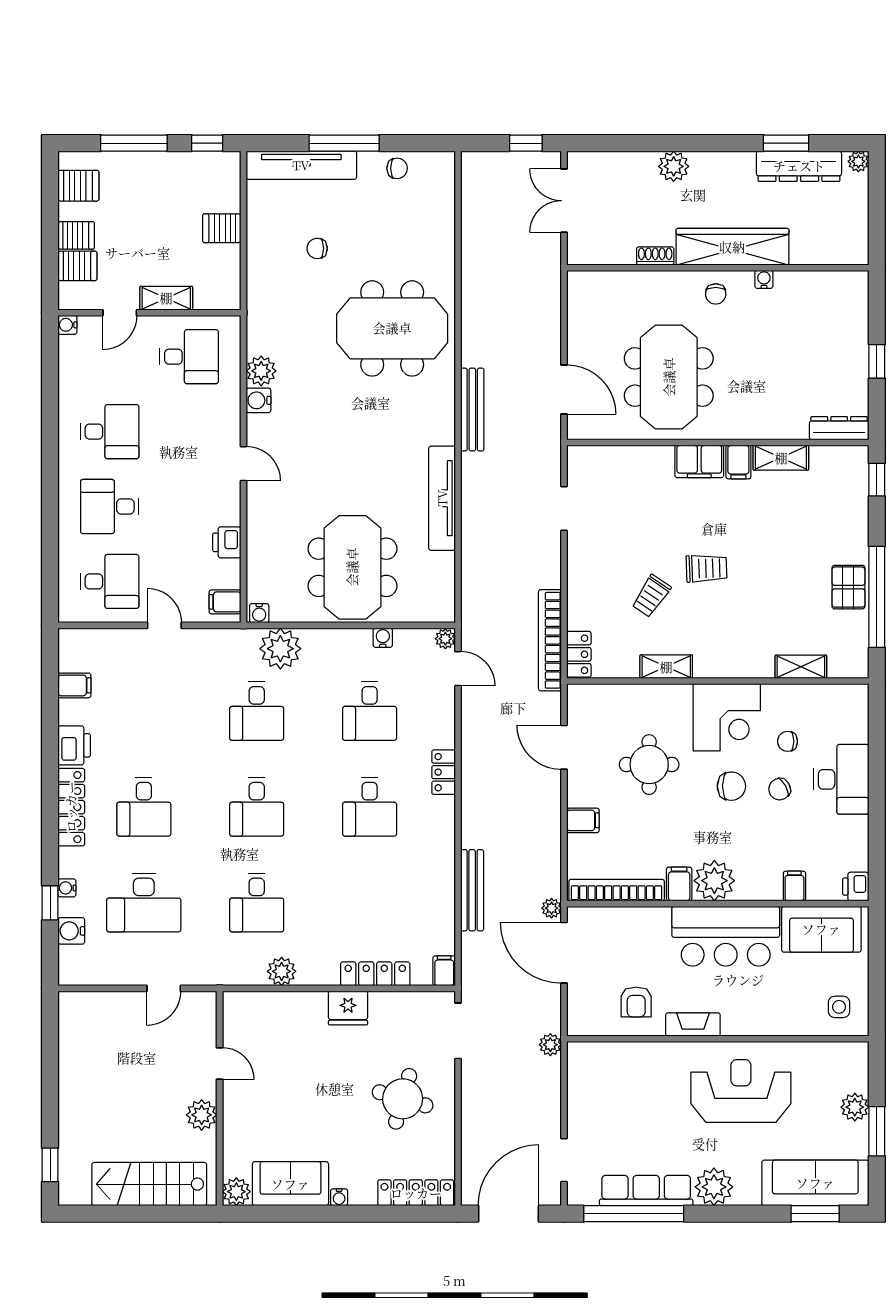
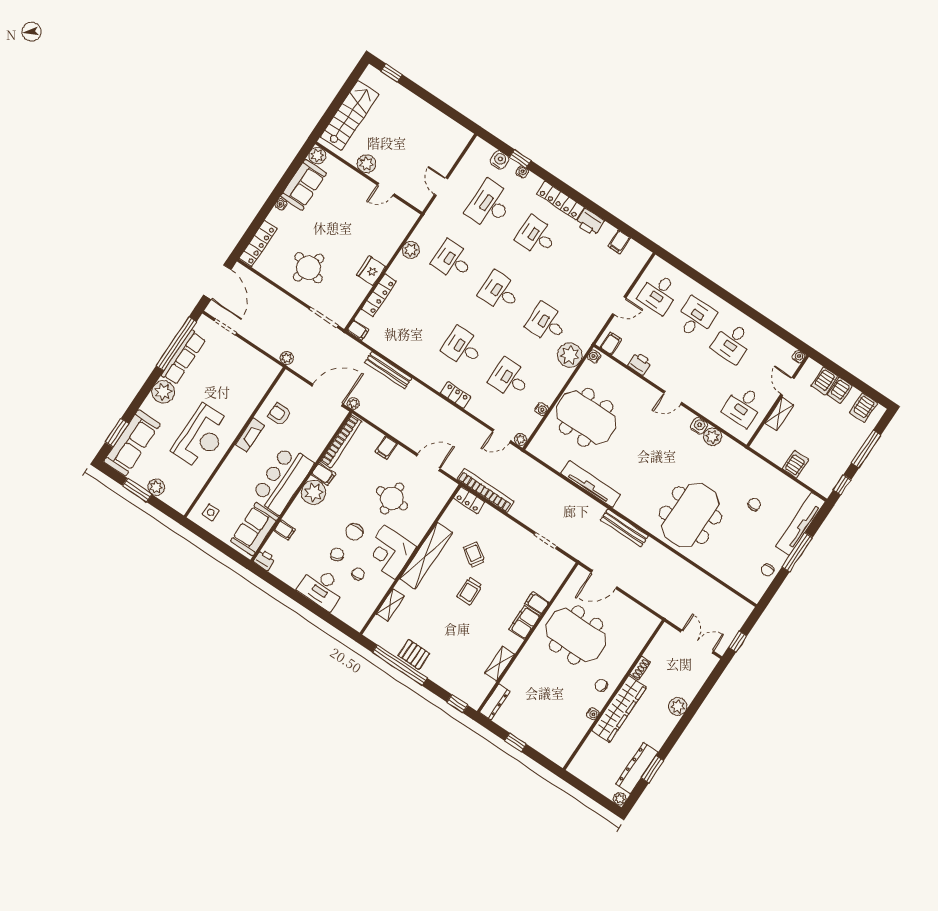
filing cabinet: (738, 462) -> (537, 603), moved
shelving: (666, 667) -> (426, 556), width x2.20, depth x1.33

